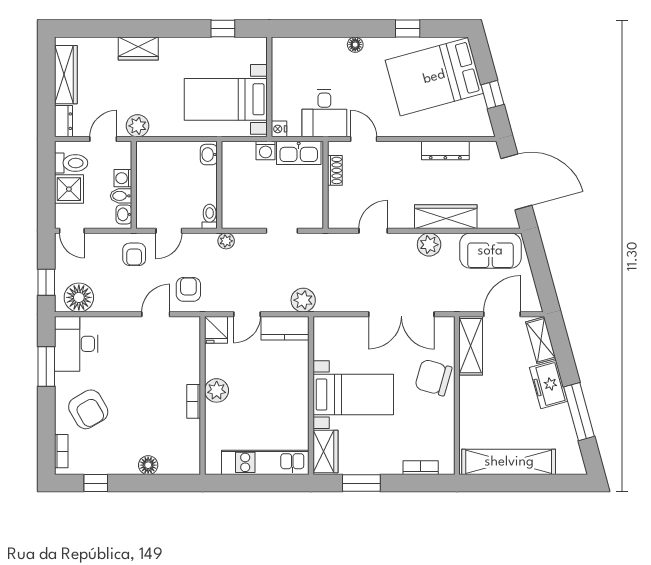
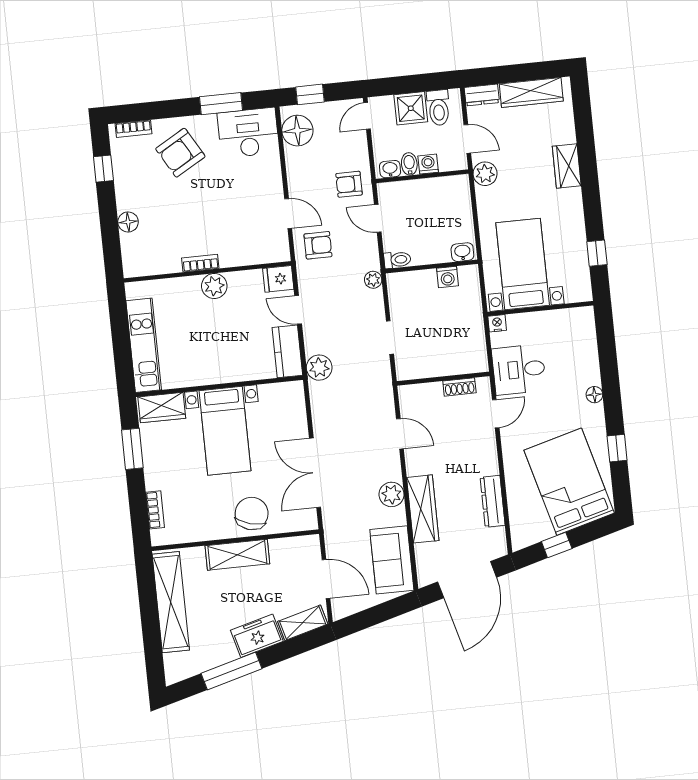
washing machine: (266, 150) -> (447, 277), moved, turned -90
kitchen sink: (299, 153) -> (474, 347), removed
shelving: (471, 346) -> (237, 555), moved

